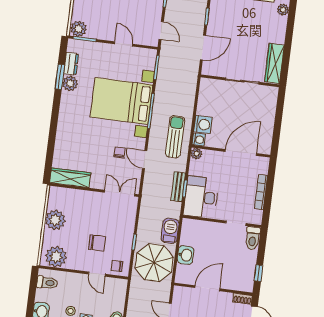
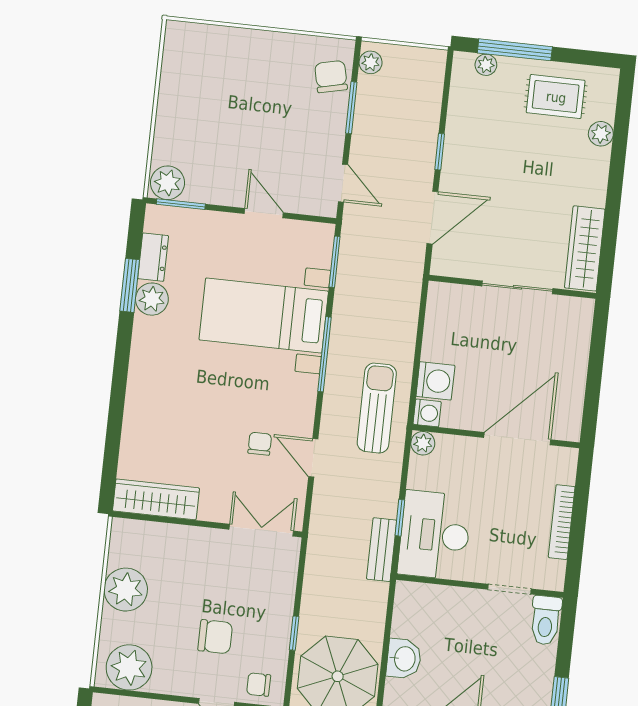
bed with nightstands: (121, 101) -> (264, 316), width x0.73
bench: (178, 187) -> (382, 550), moved
barbecue: (170, 231) -> (370, 608), removed

